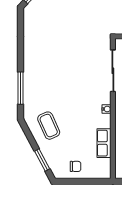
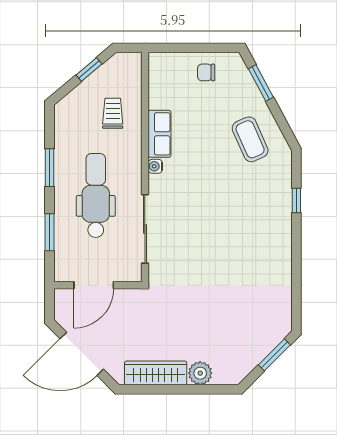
window: (20, 88) -> (296, 200), width x0.46
row of seats: (104, 143) -> (160, 134), moved

